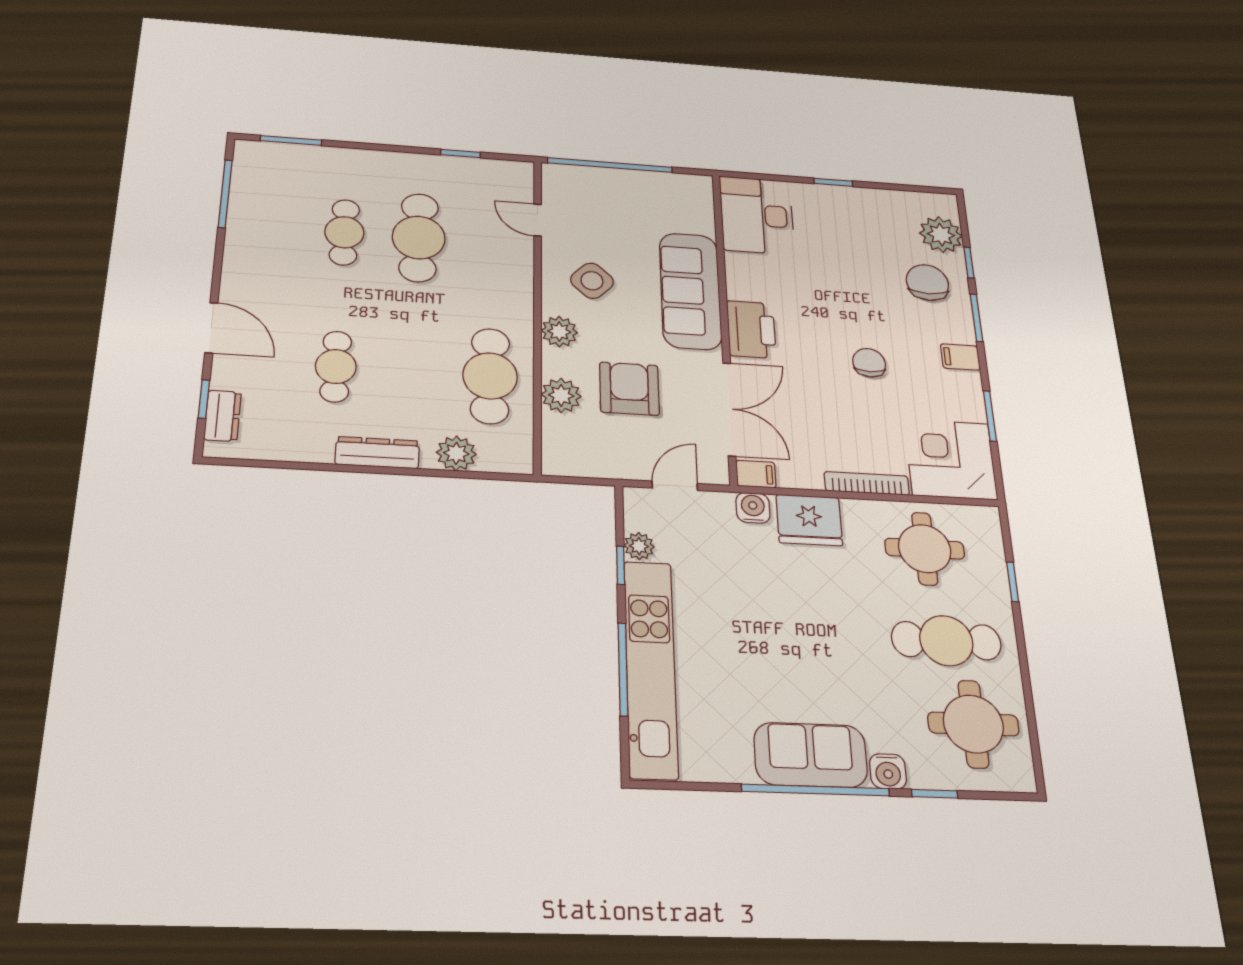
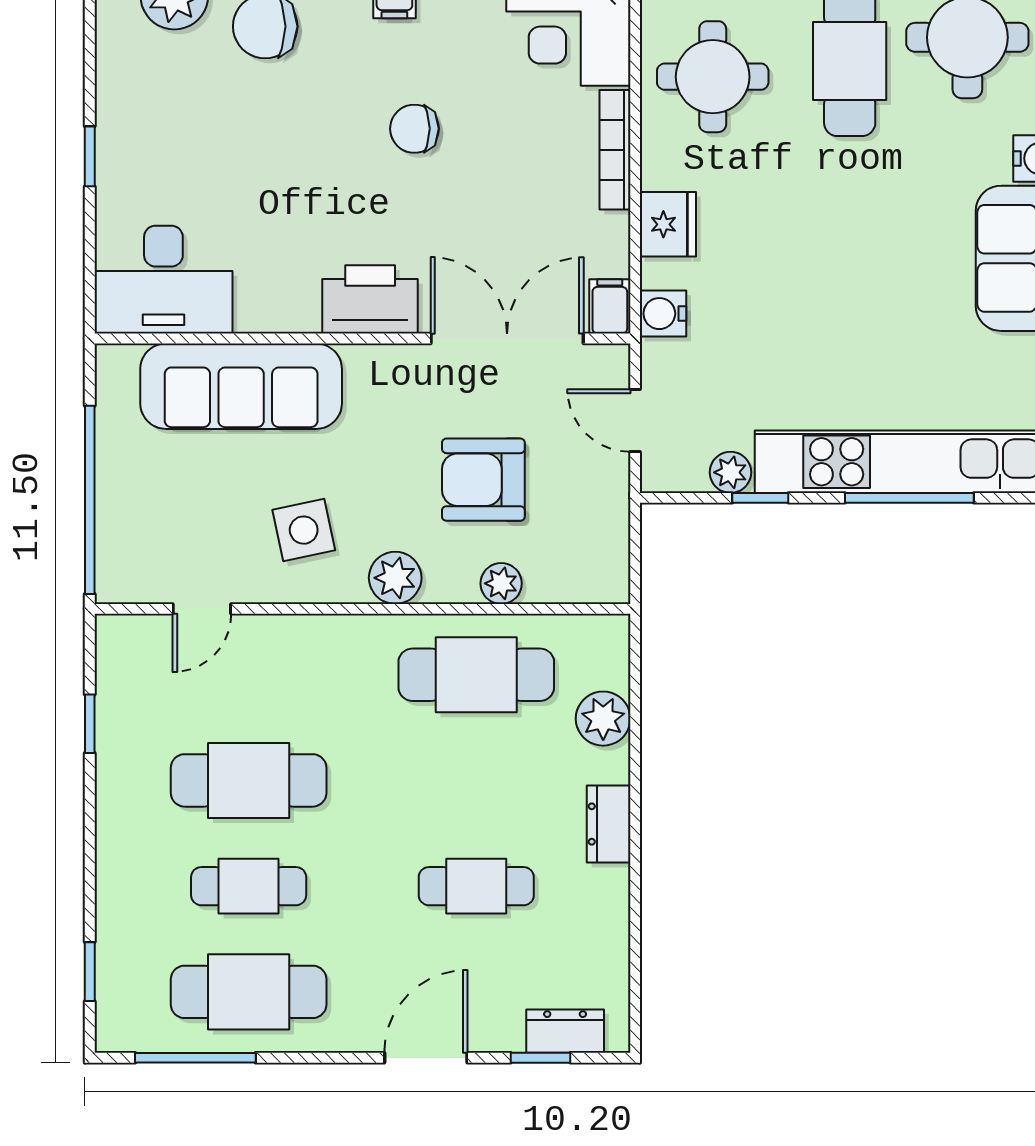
window: (291, 140) -> (90, 972), width x0.67
cafe table: (269, 227) -> (249, 992), added
side table: (592, 281) -> (304, 530), turned 34
sofa: (690, 291) -> (241, 386), moved
plant: (561, 395) -> (501, 583), width x0.73, depth x0.73
dresser: (377, 453) -> (609, 824), width x0.70
fridge: (809, 520) -> (668, 224), width x0.73, depth x0.75

